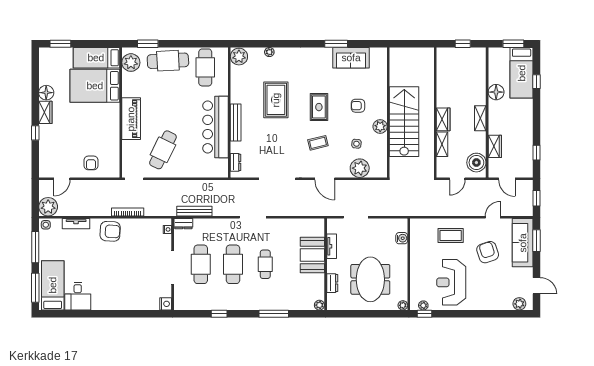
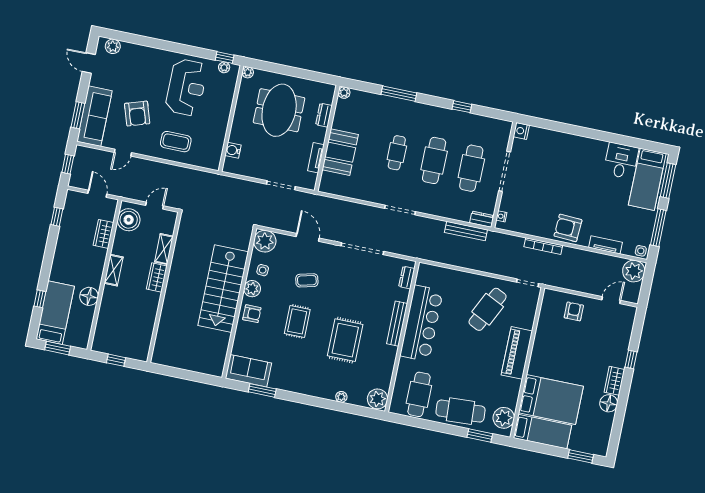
wall: (388, 112) -> (239, 303), moved
stairs: (404, 122) -> (223, 289), moved
plant: (380, 127) -> (252, 289), moved

